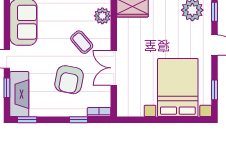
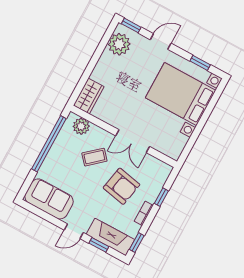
bookcase: (99, 112) -> (144, 213), moved

